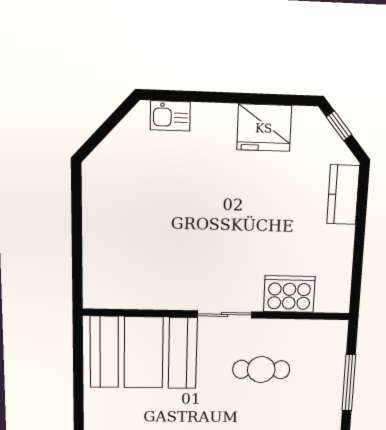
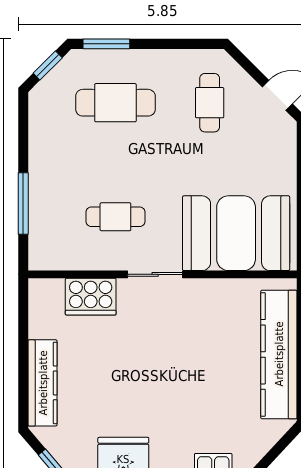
kitchen counter: (343, 195) -> (43, 383), width x1.50
kitchen counter: (101, 232) -> (279, 354), added

